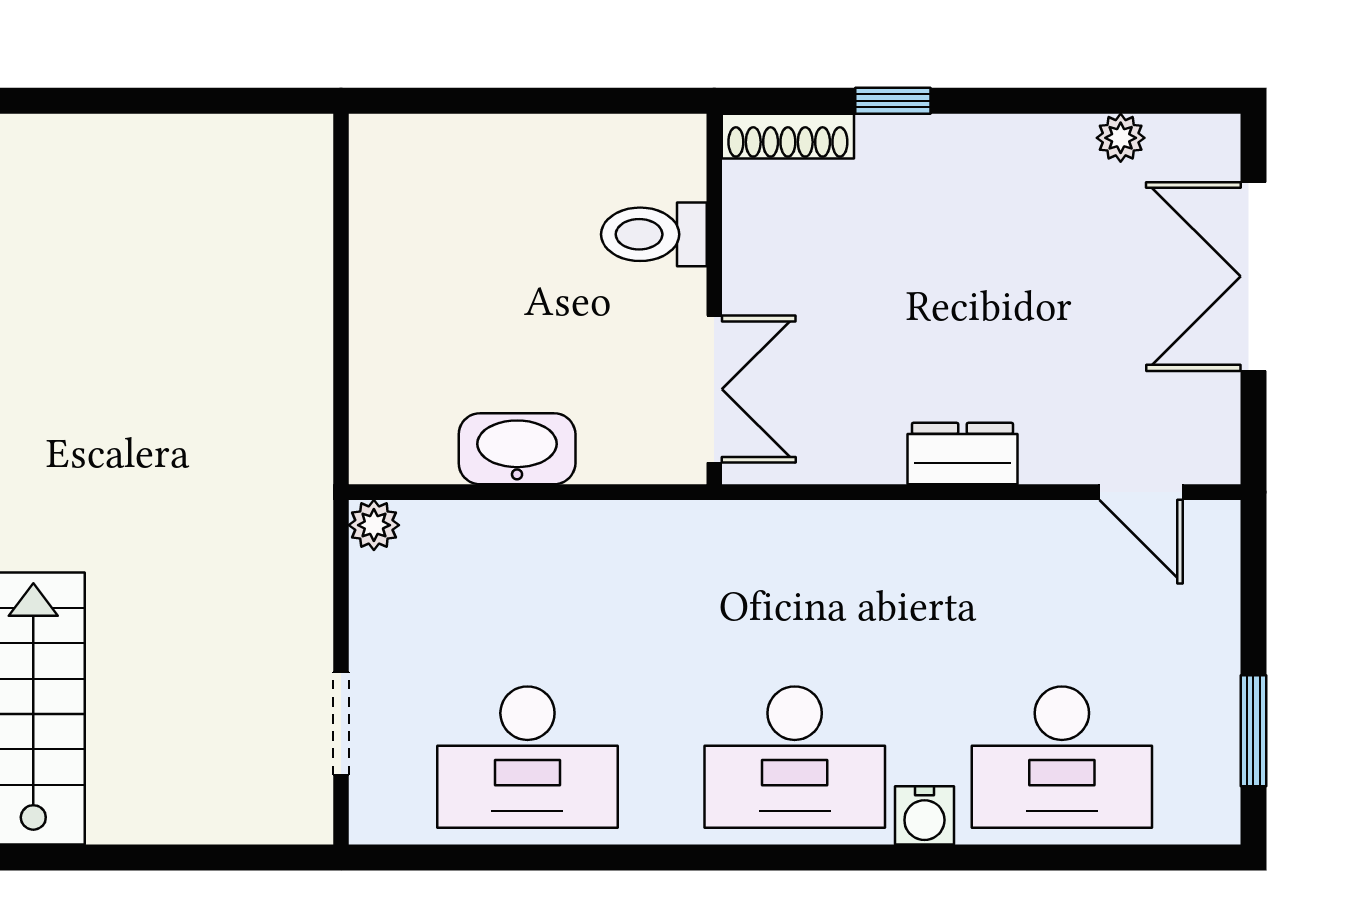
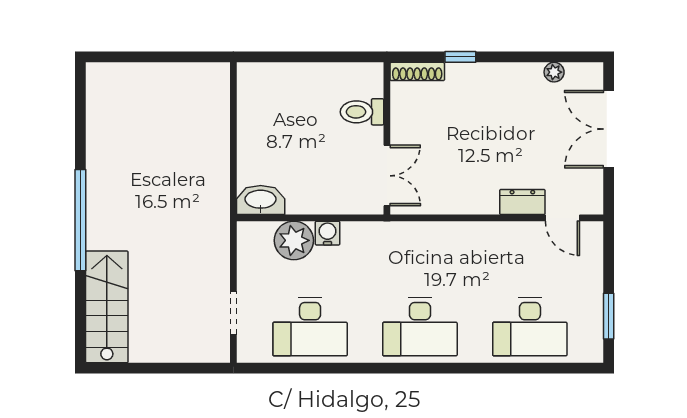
washbasin: (517, 449) -> (261, 200), moved
dresser: (962, 454) -> (522, 202), moved
plant: (374, 525) -> (294, 240), moved, width x1.87, depth x1.87
water cooler: (924, 815) -> (328, 233), moved, turned 180

